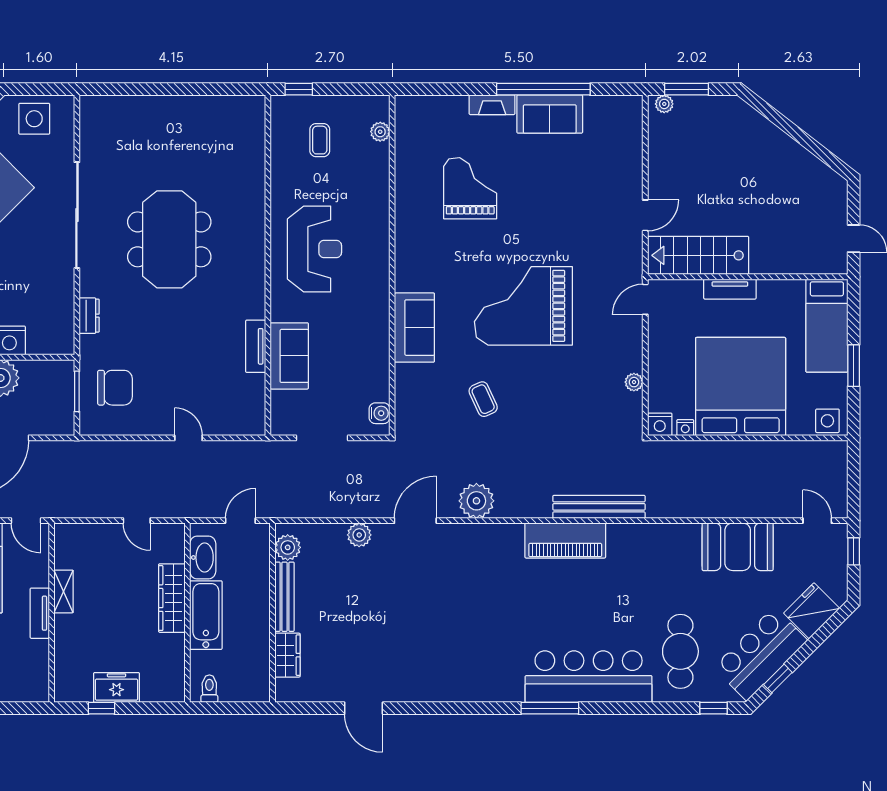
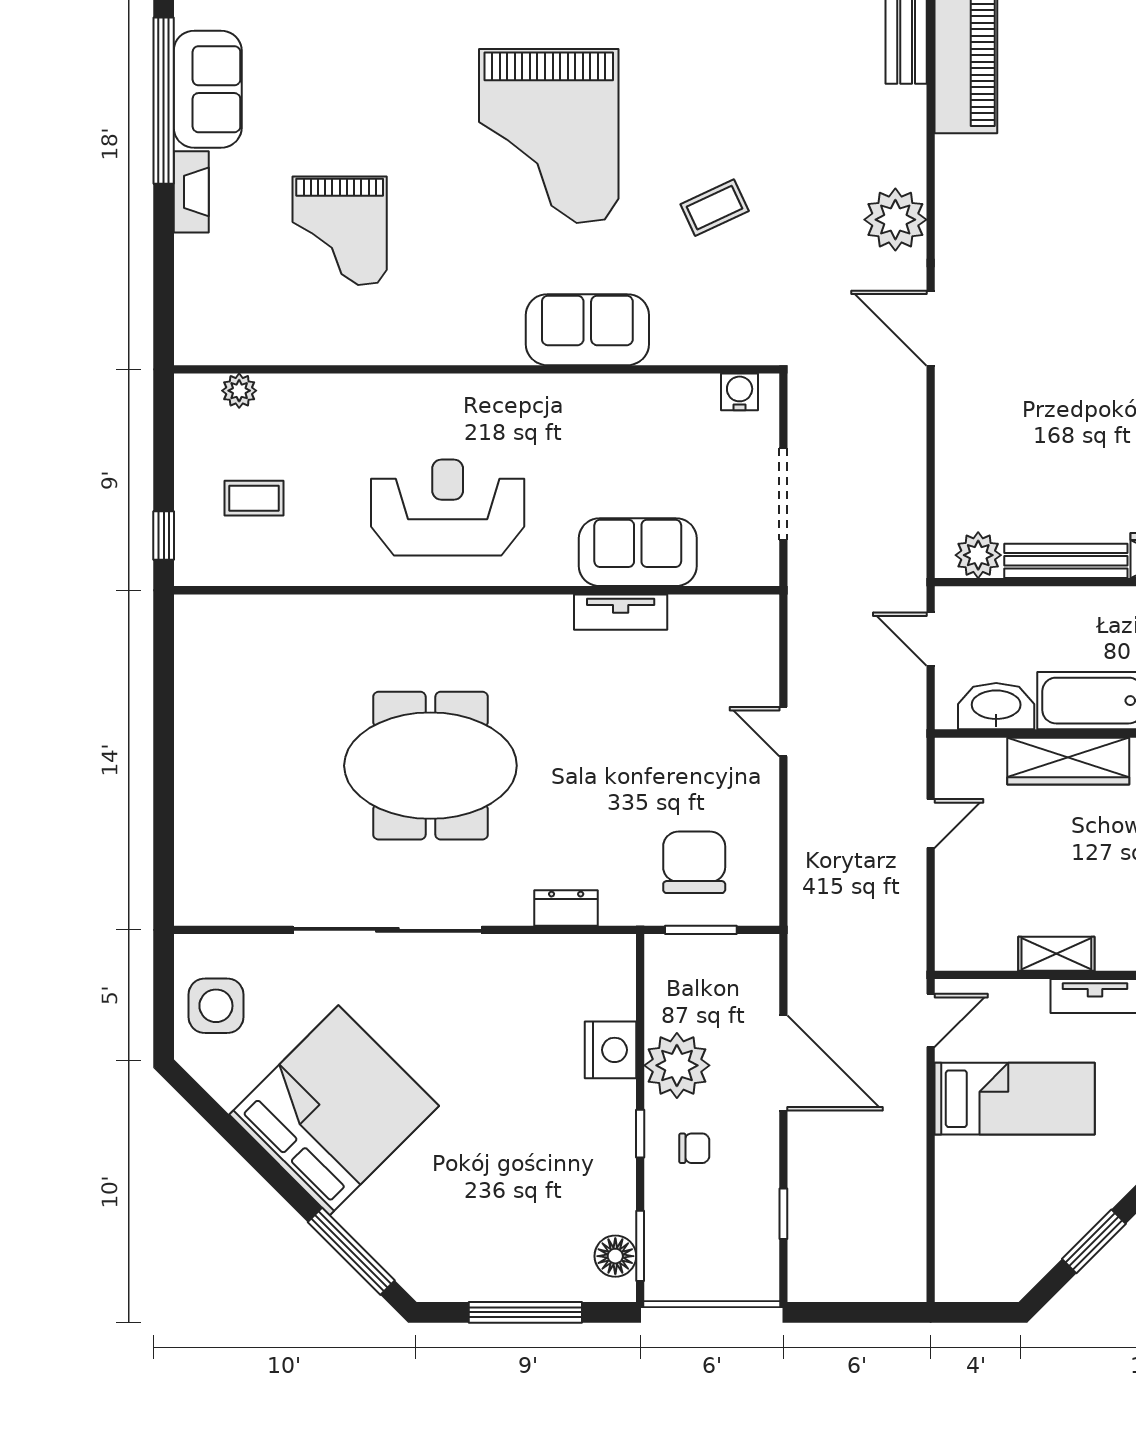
grand piano: (470, 188) -> (340, 231), turned -90
door: (188, 438) -> (783, 732), hinge flipped
plant: (359, 535) -> (956, 428), removed

